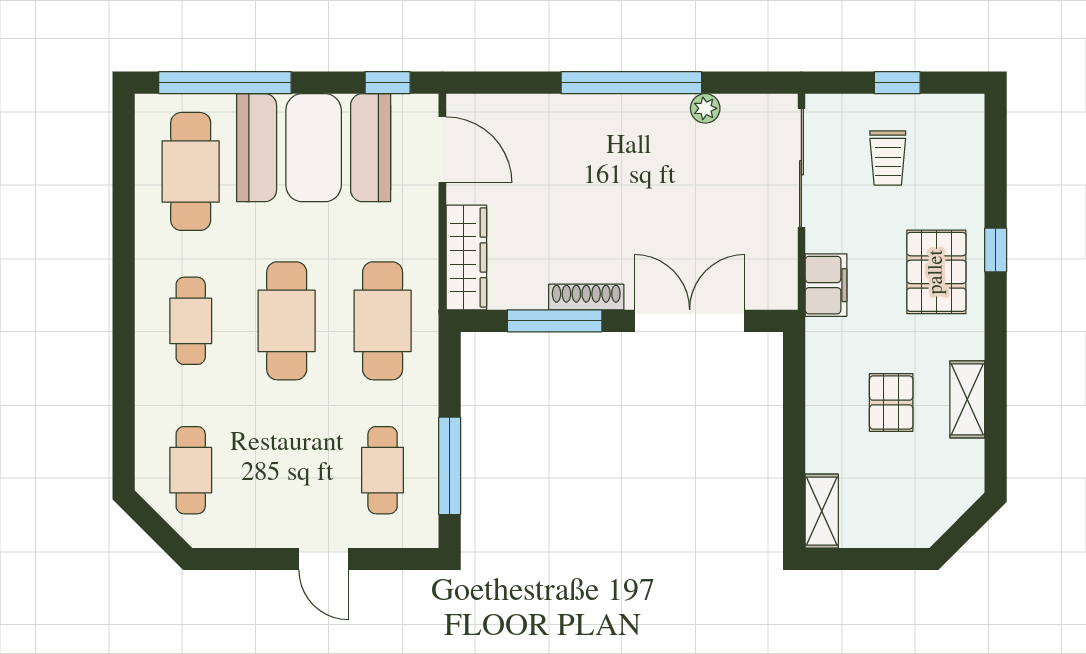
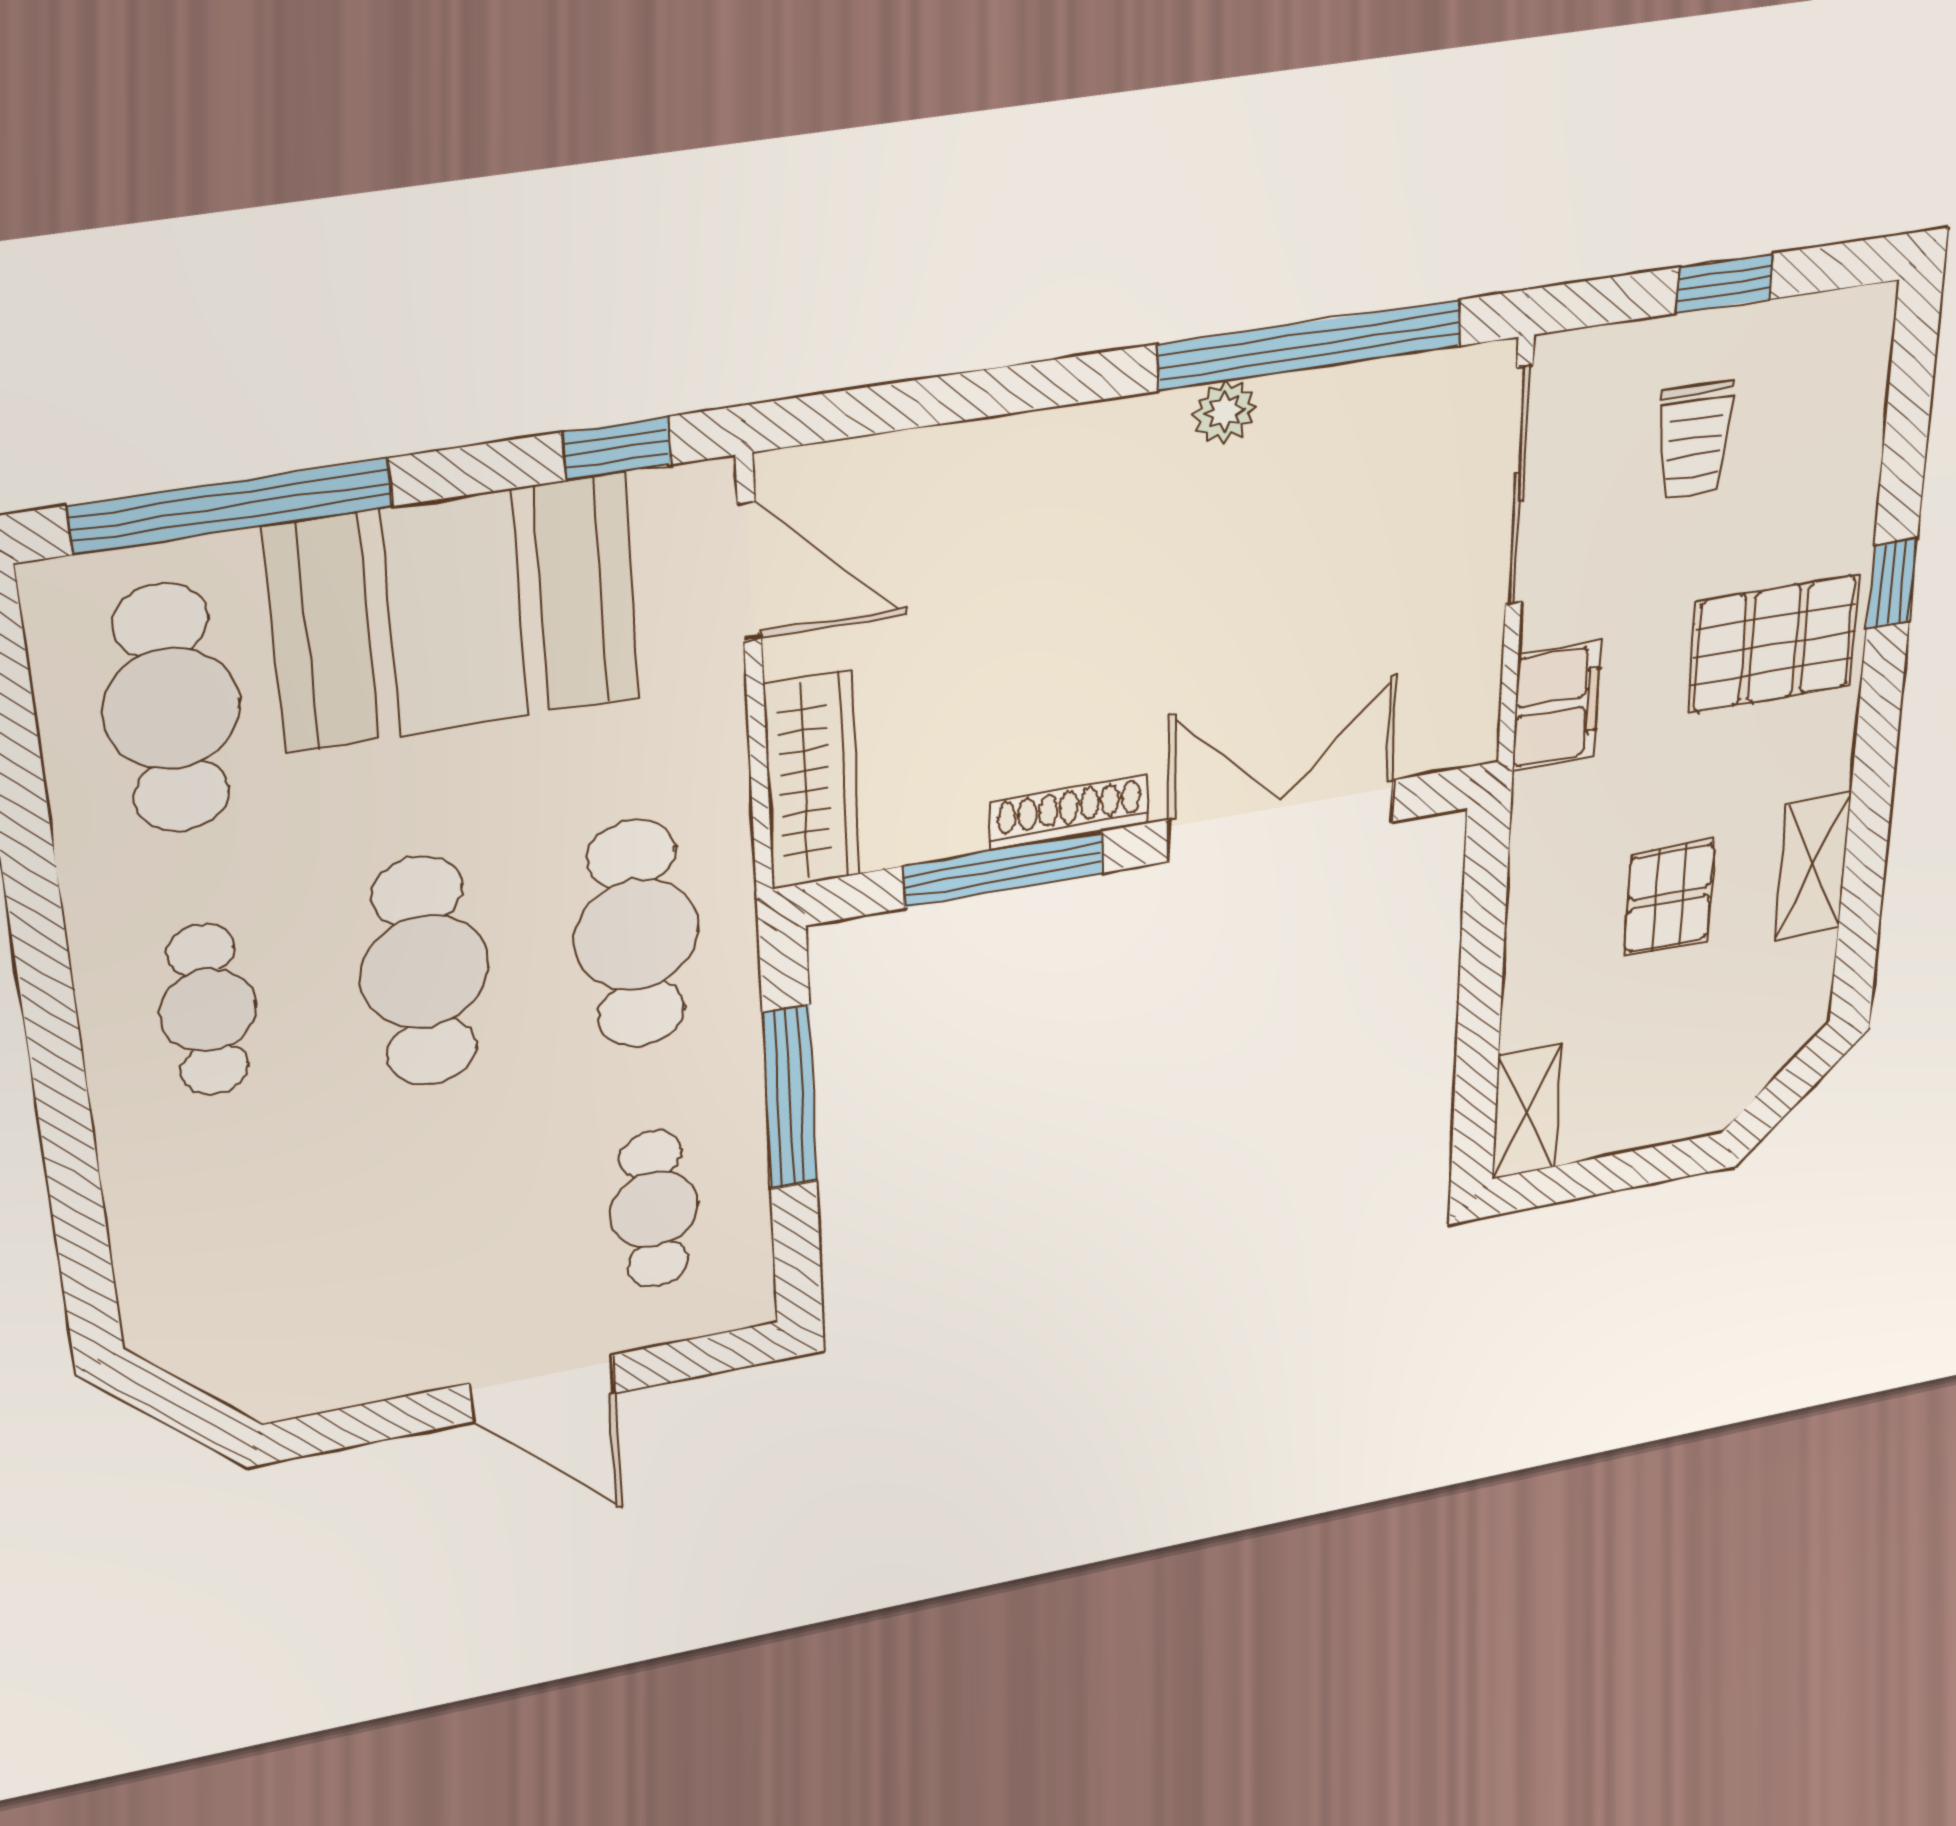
window: (631, 83) -> (1310, 345), moved
plant: (705, 108) -> (1225, 412), moved
pallet: (936, 272) -> (1774, 644), turned 90
window: (450, 466) -> (790, 1098), moved
cafe table: (191, 470) -> (242, 1289), removed
door: (324, 559) -> (542, 1388), width x1.38

